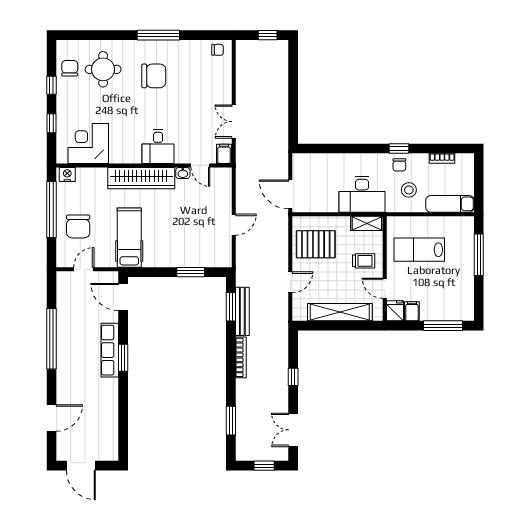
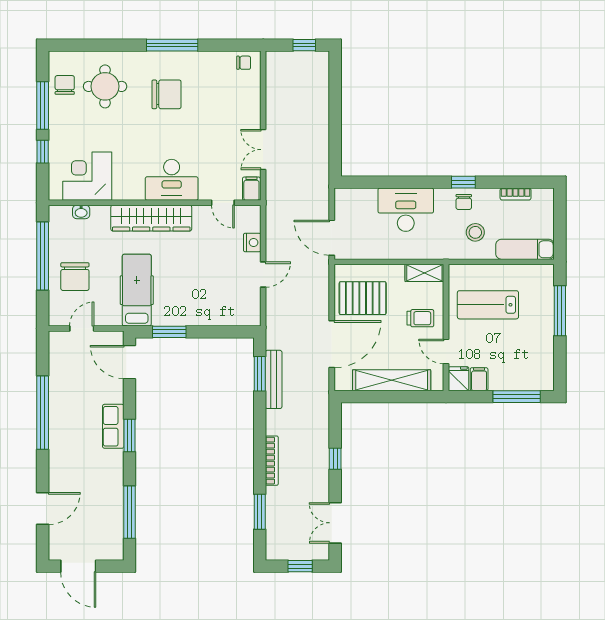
window: (51, 85) -> (43, 106), width x2.17
desk: (158, 147) -> (172, 180), width x1.37
washbasin: (183, 173) -> (81, 212), moved
nightstand: (67, 175) -> (252, 242), moved, turned 90
desk: (362, 194) -> (406, 210), moved, turned 180
window: (191, 272) -> (169, 332), moved
door: (290, 282) -> (332, 344), width x1.88
row of seats: (110, 350) -> (113, 426), width x0.68
bookcase: (241, 357) -> (272, 461), moved
window: (123, 421) -> (129, 512), added

